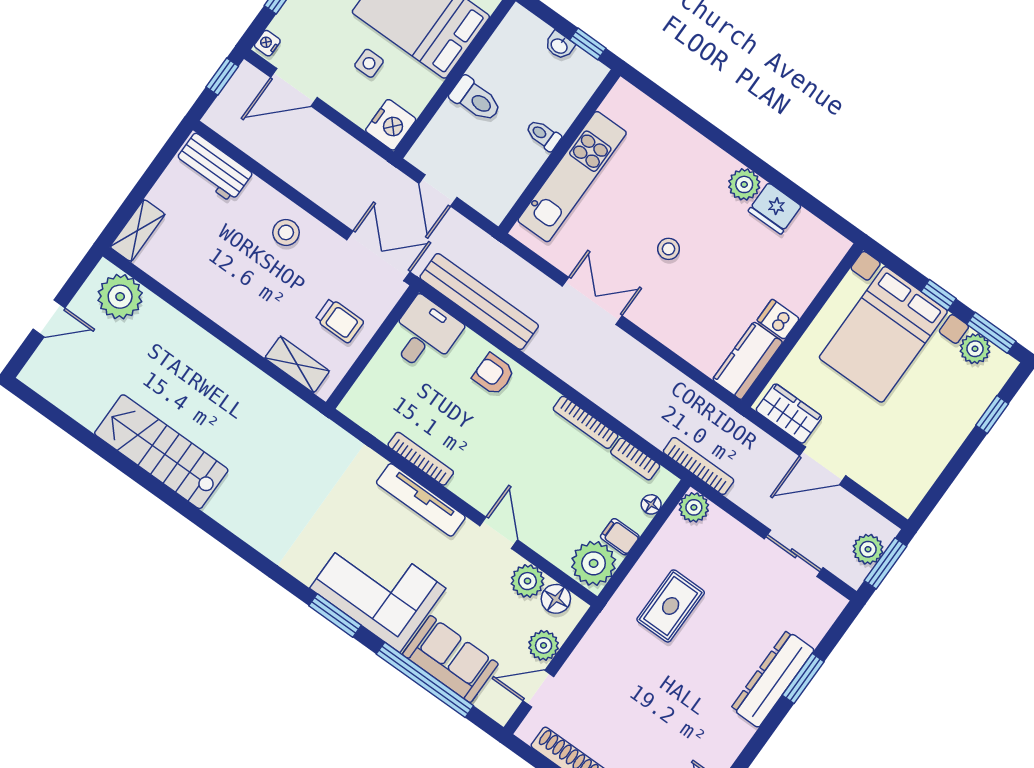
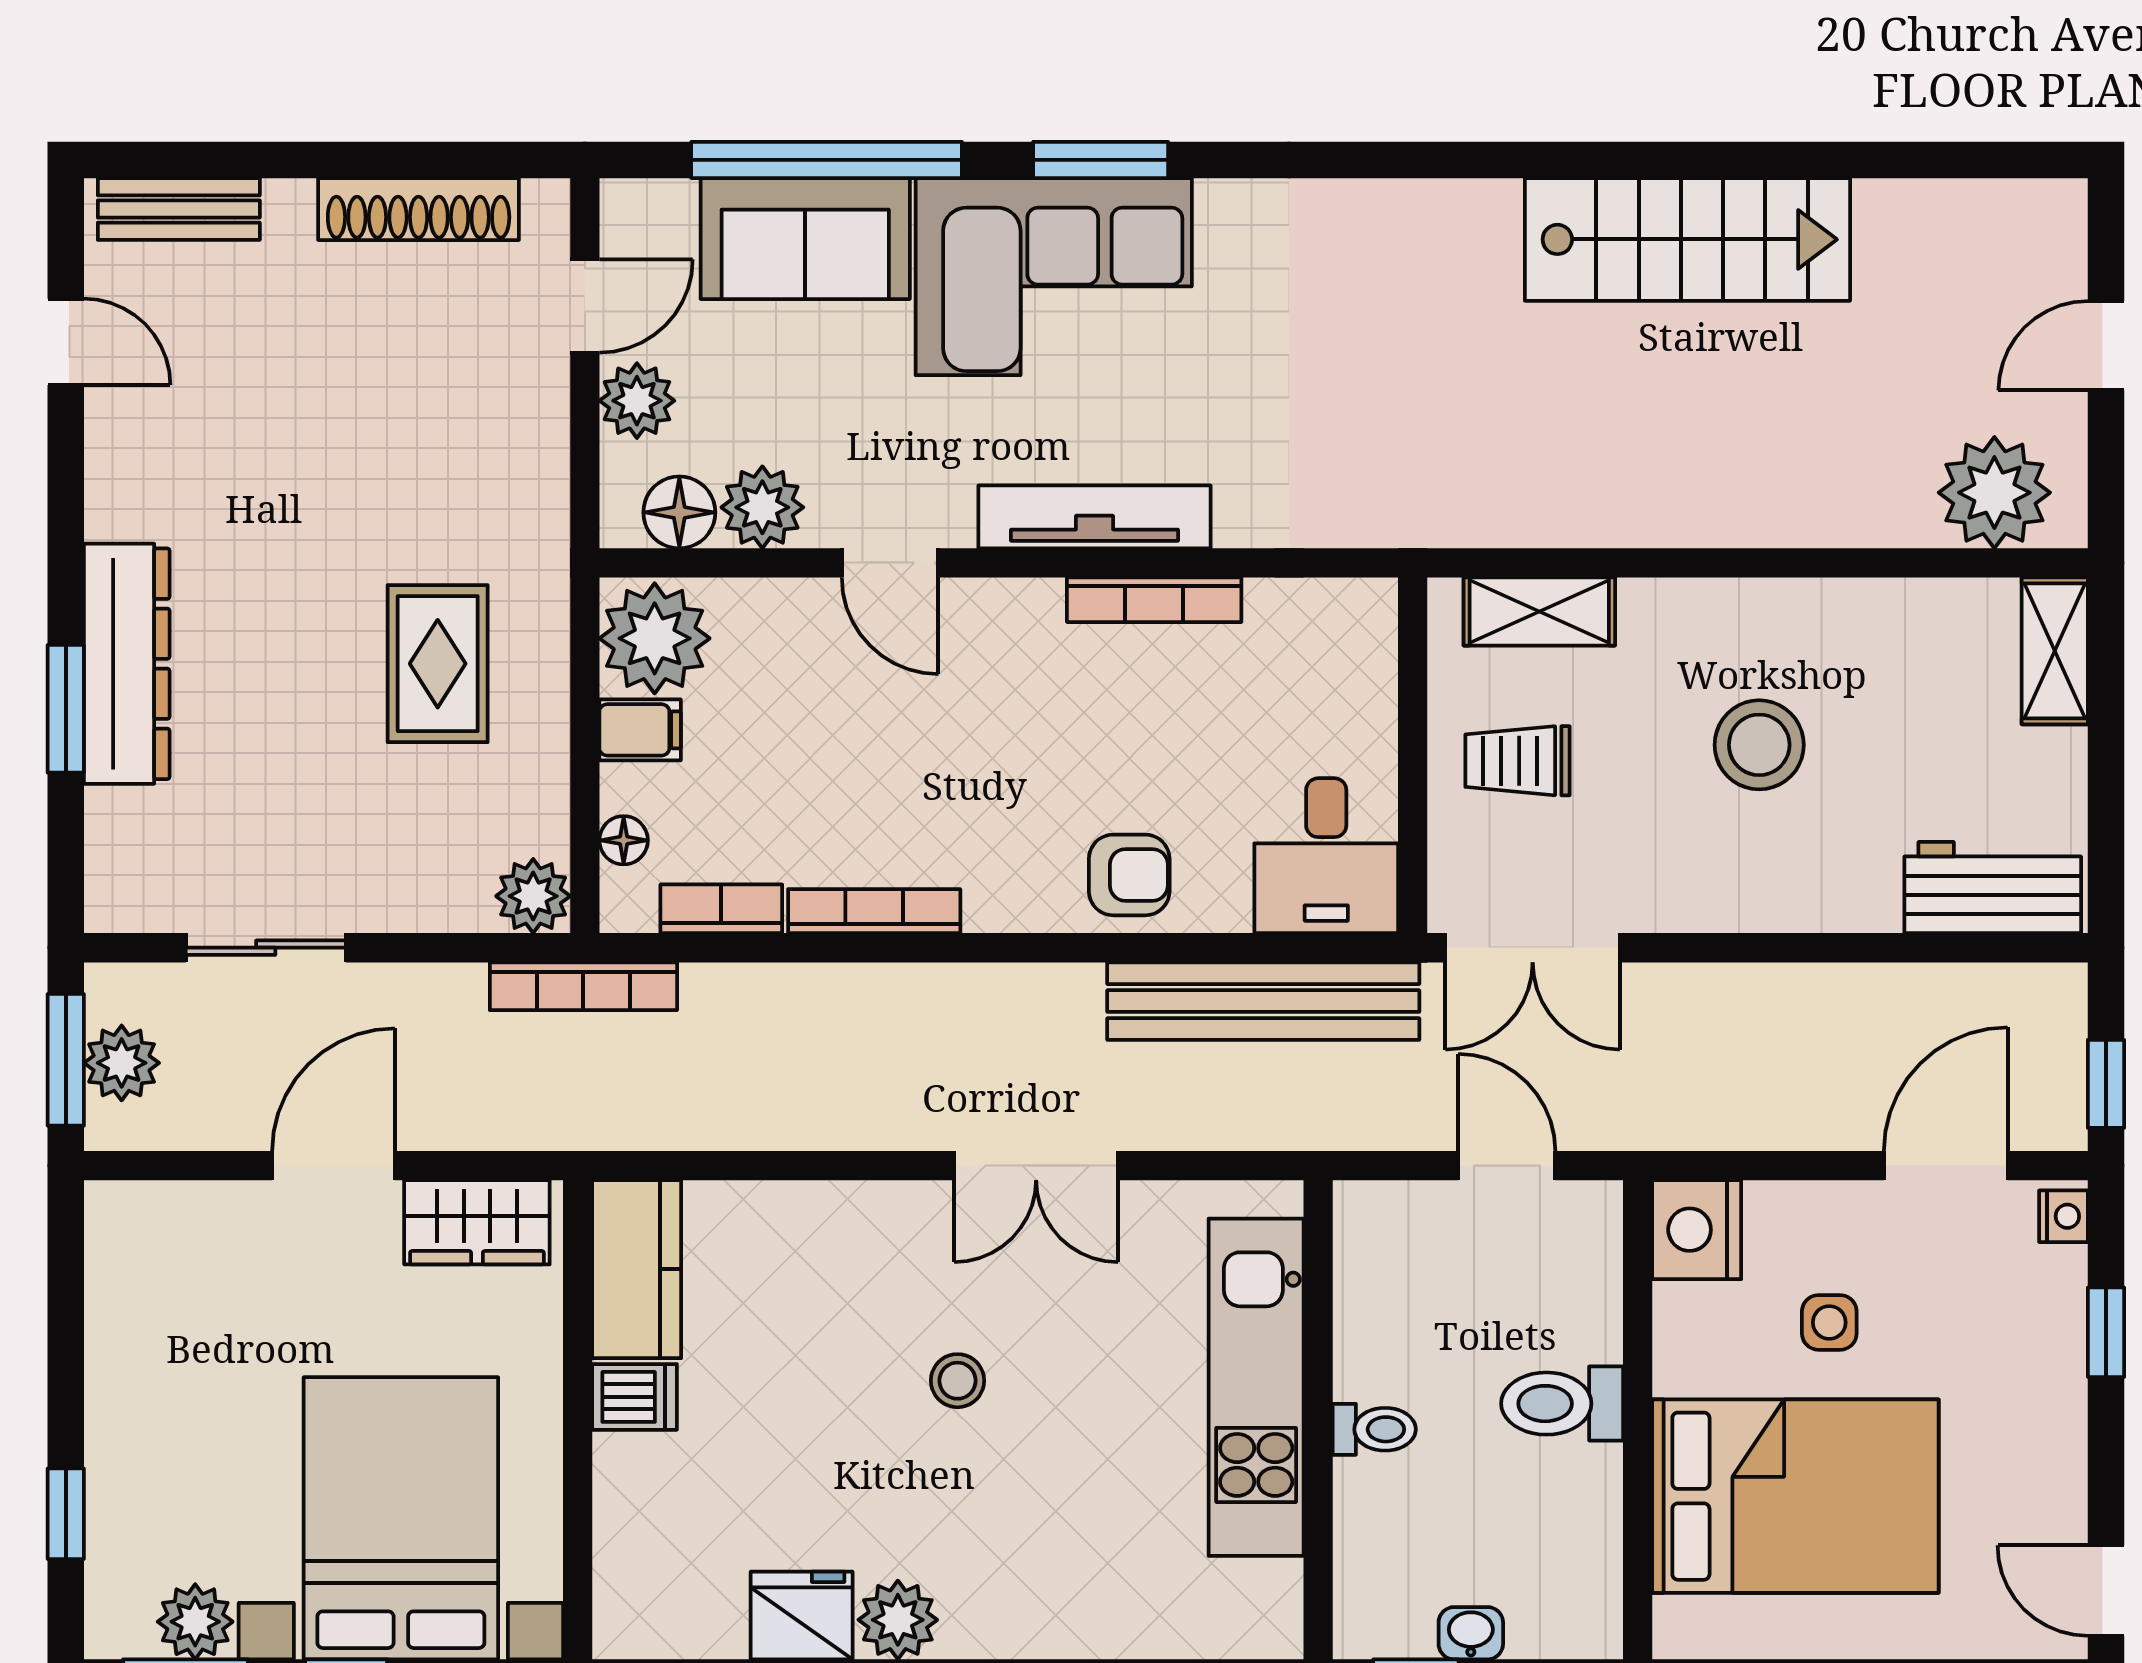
stool: (286, 232) -> (1759, 745), moved, width x1.38, depth x1.38

